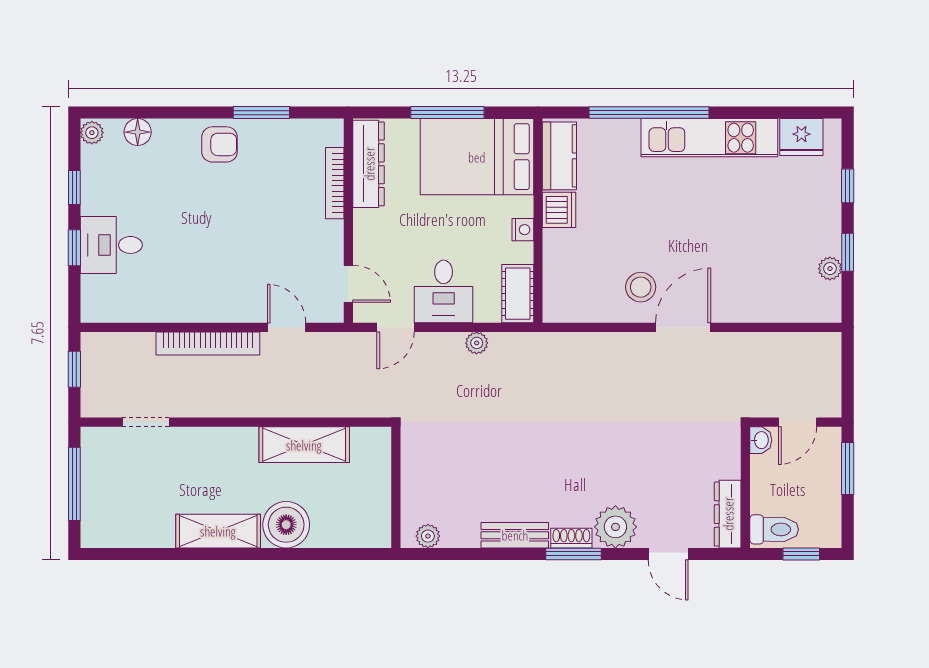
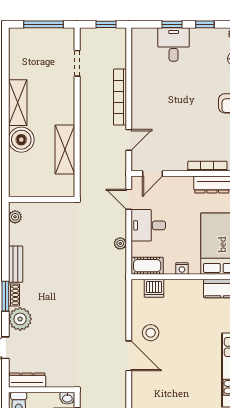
dishwasher: (559, 210) -> (154, 288), moved

